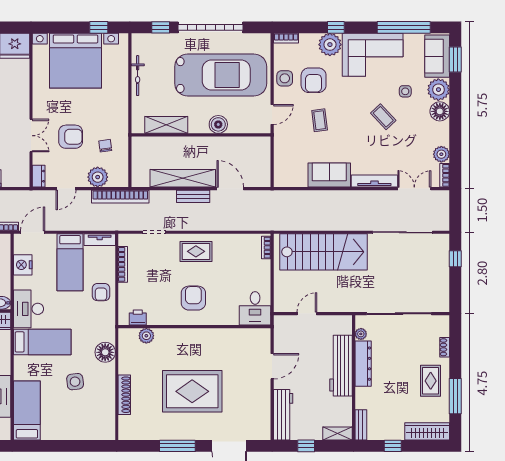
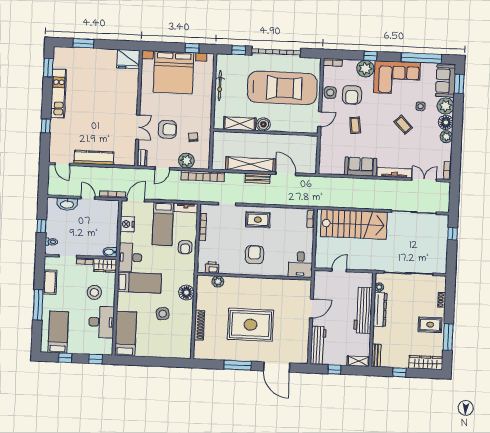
boiler: (218, 124) -> (263, 124), moved
plant: (441, 154) -> (446, 137), moved
rug: (431, 381) -> (430, 325), turned 90

